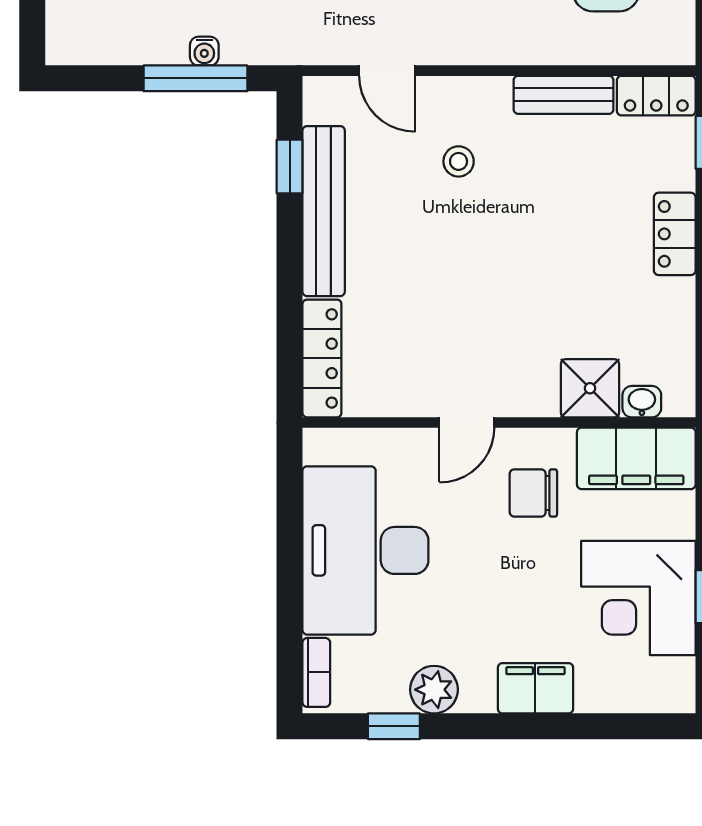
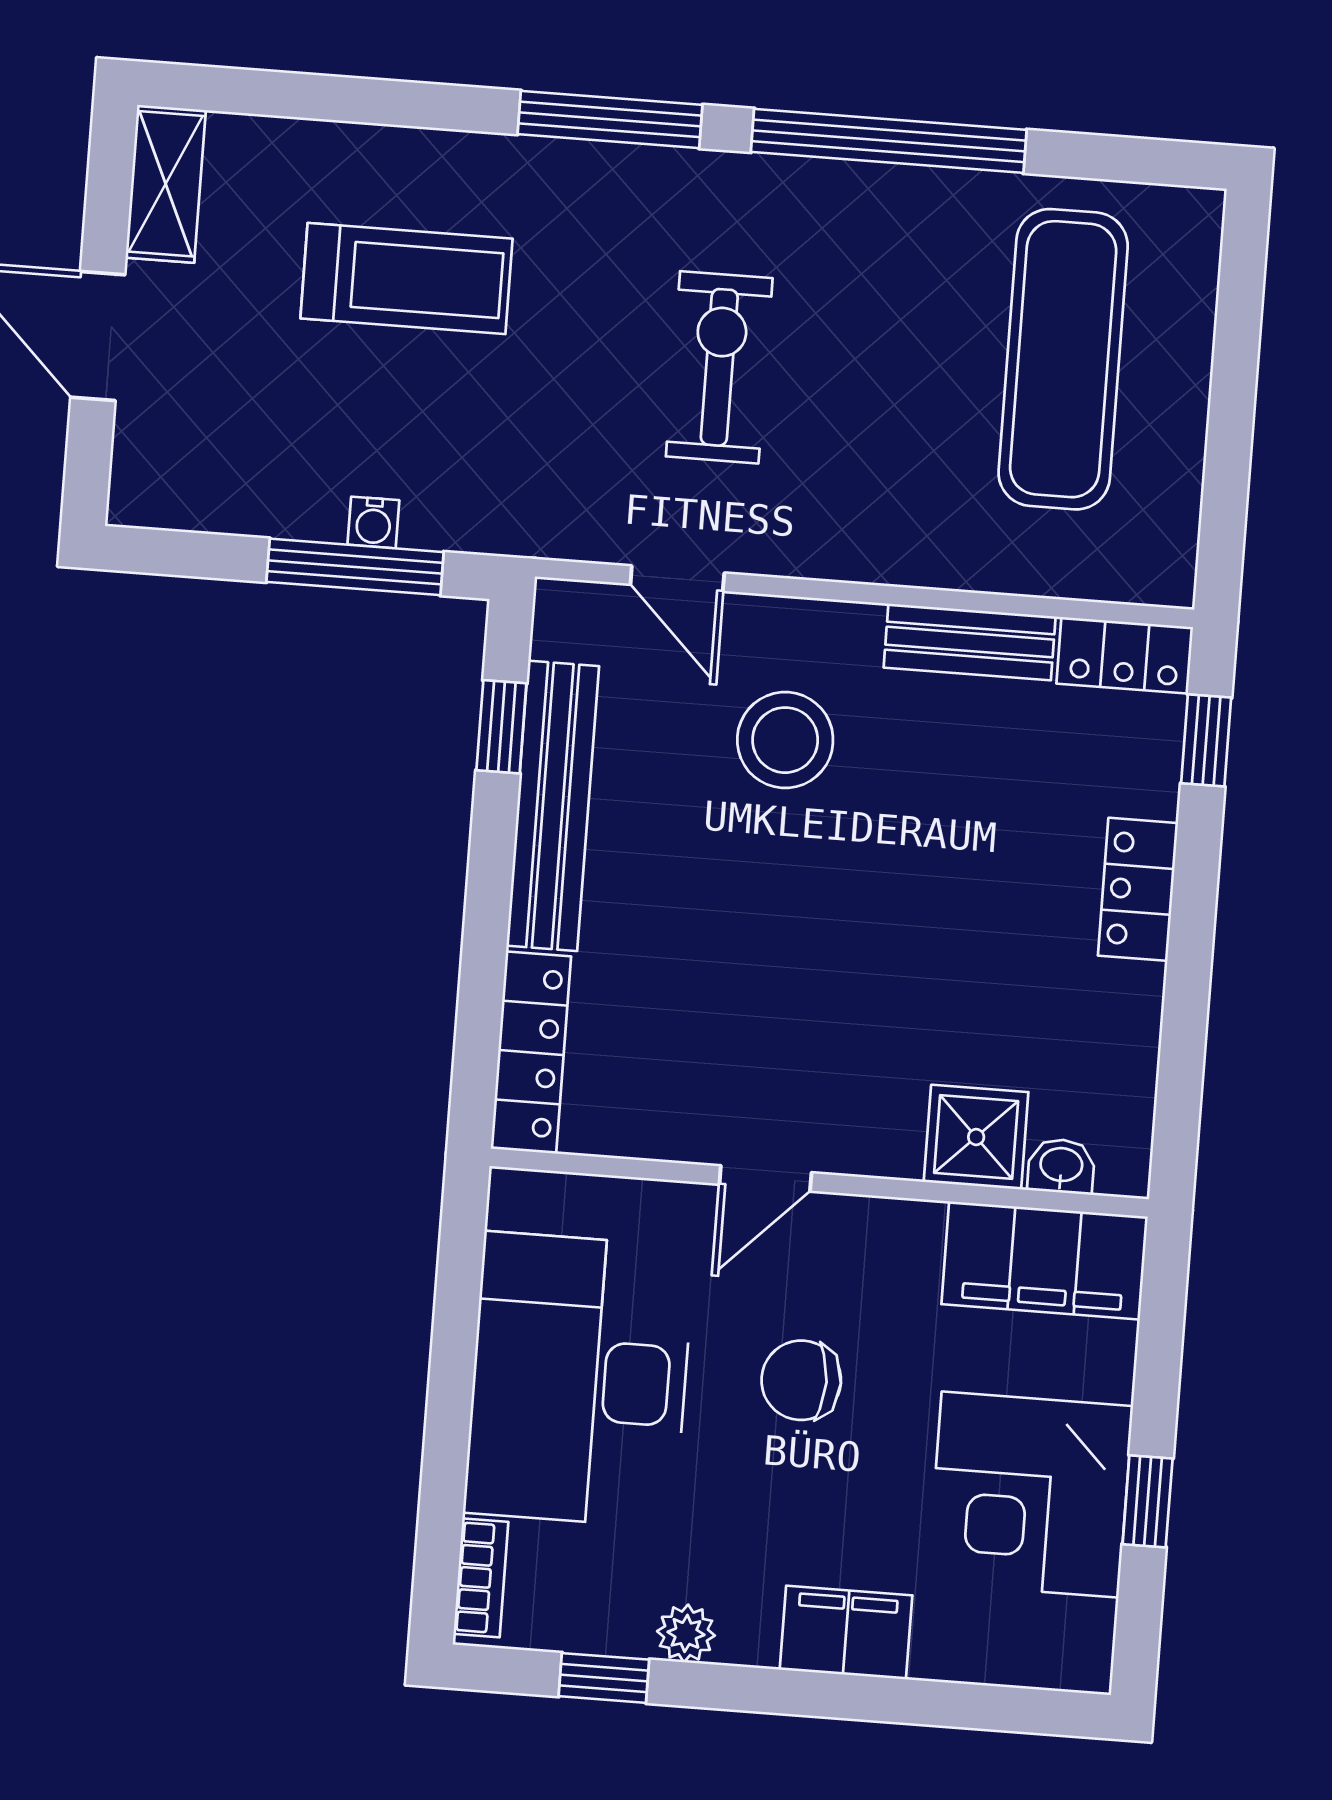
stool: (459, 161) -> (785, 740), width x1.89, depth x1.89
chair: (533, 493) -> (801, 1380), moved
plant: (434, 690) -> (686, 1633), width x0.73, depth x0.73

